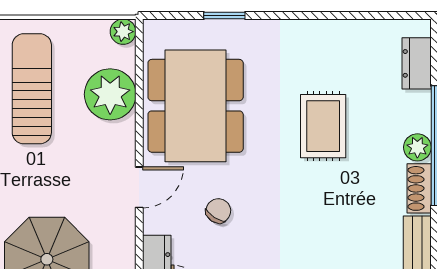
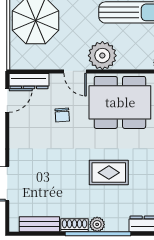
plant: (110, 94) -> (102, 56), moved
chair: (218, 211) -> (62, 115), turned 53

